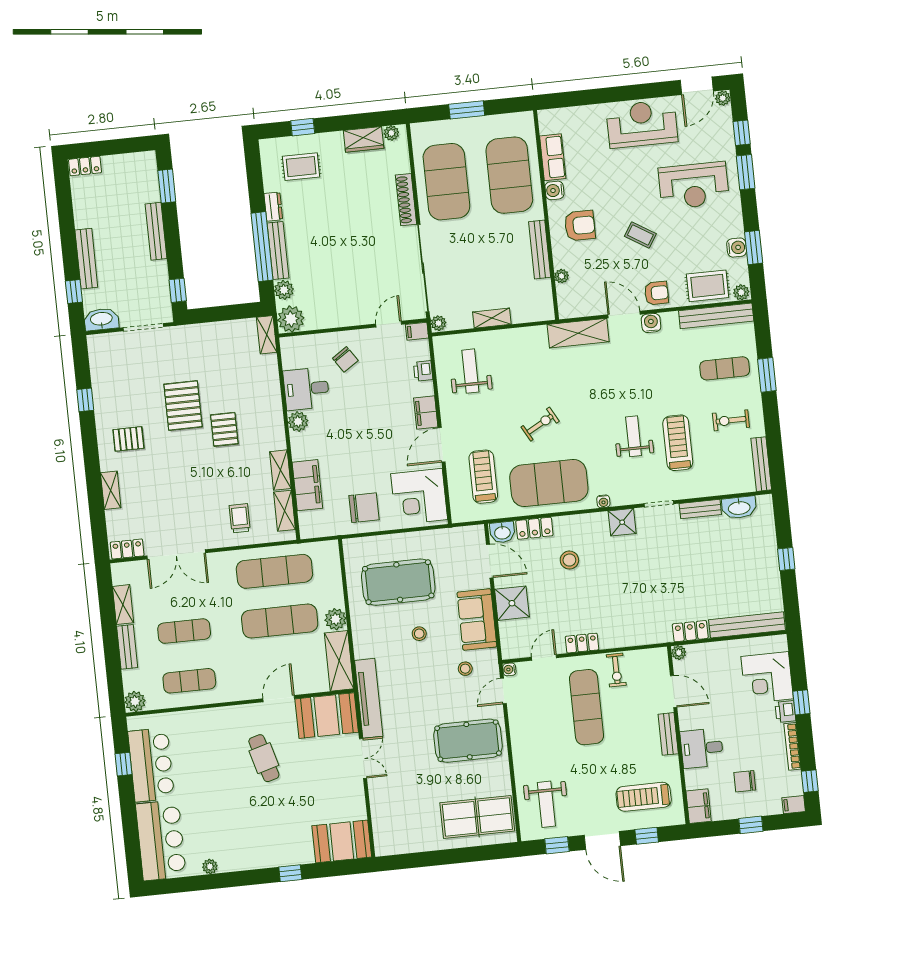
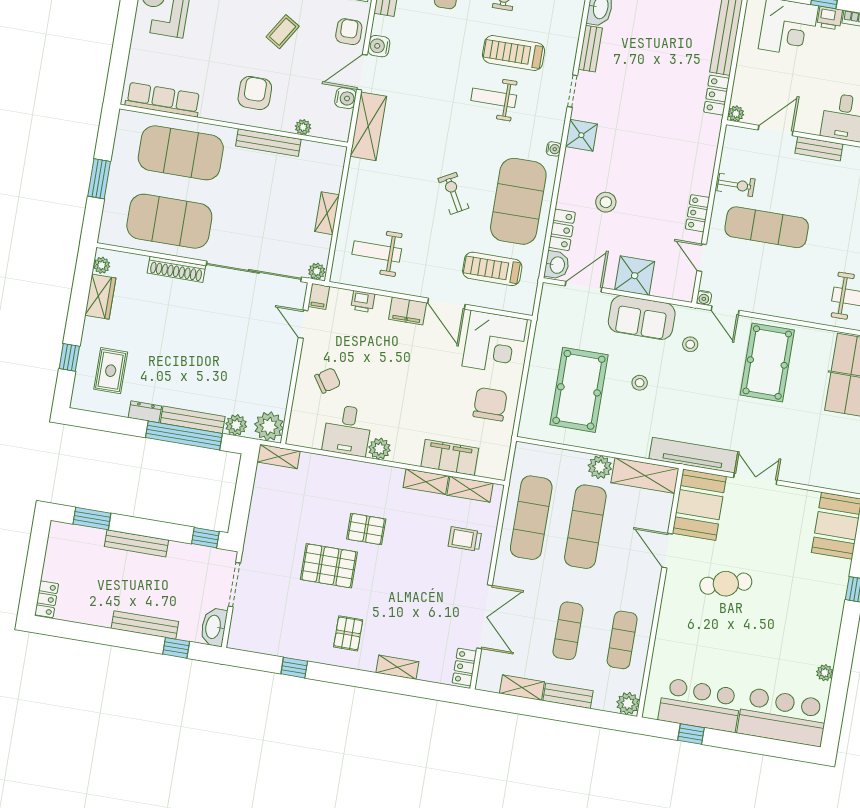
row of seats: (553, 157) -> (163, 100), width x1.48
water cooler: (554, 190) -> (345, 98), moved, turned -90

